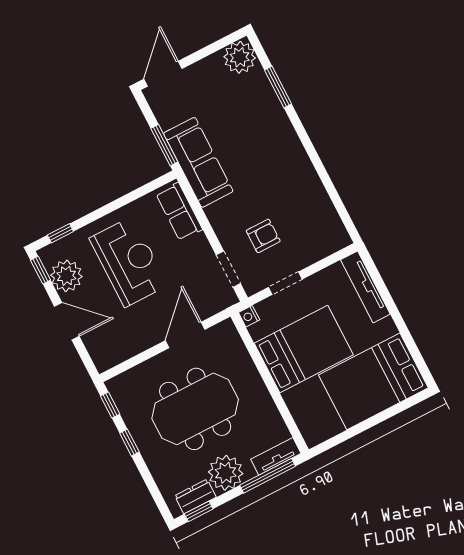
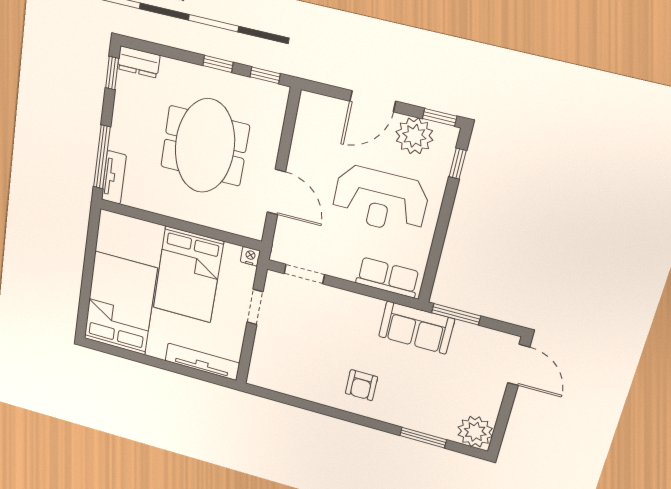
sofa: (198, 162) -> (416, 328), width x0.73
armchair: (263, 236) -> (361, 385), moved
plant: (226, 473) -> (130, 124), removed
dresser: (195, 496) -> (139, 62), moved, turned 90

